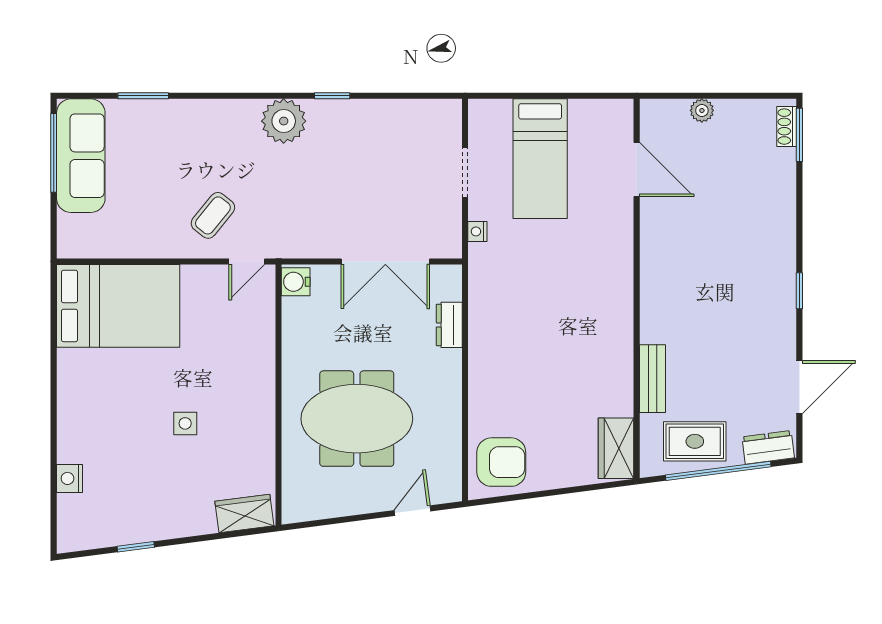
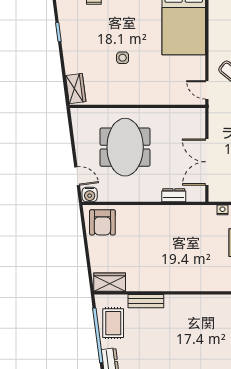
water cooler: (296, 282) -> (90, 194), moved, turned 180

